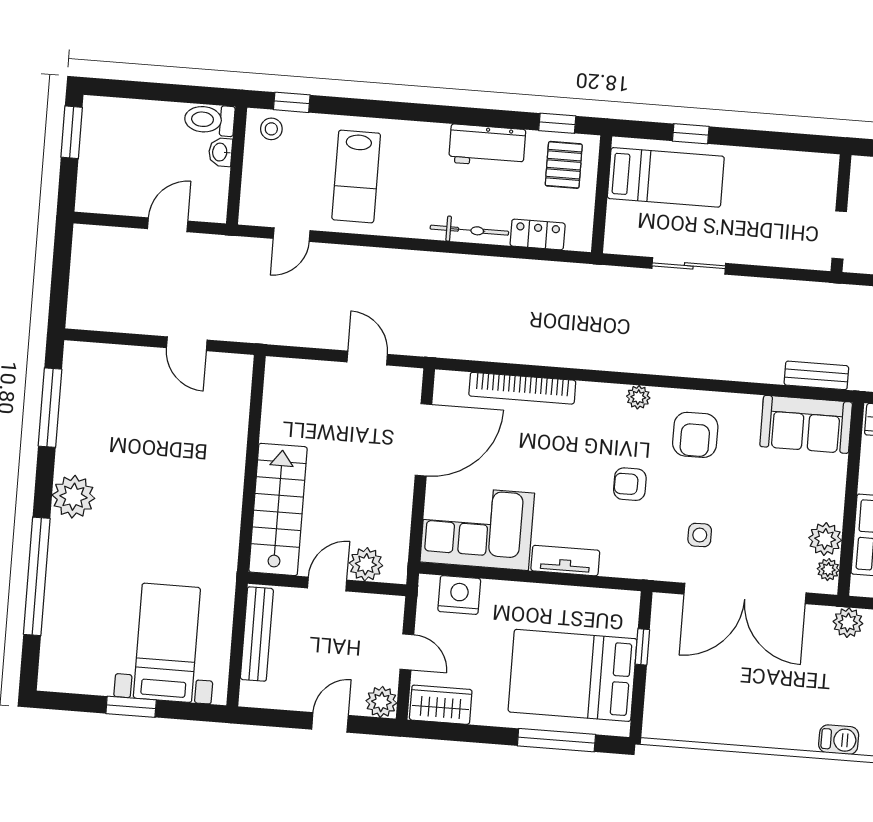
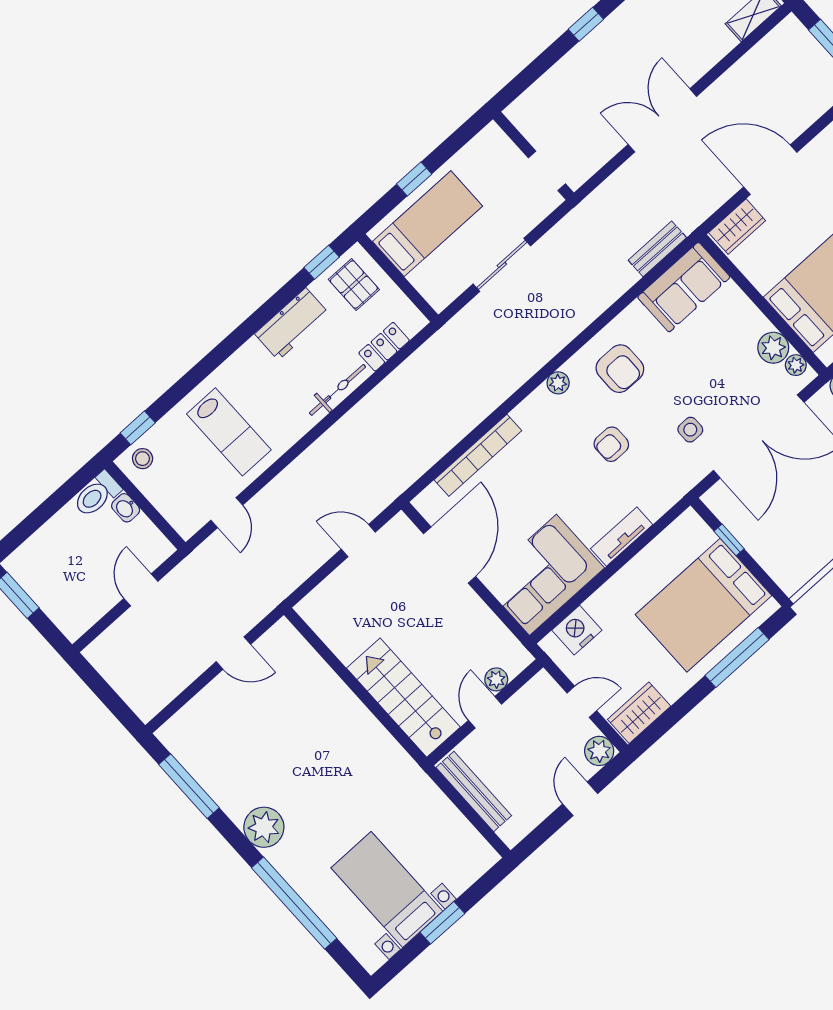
wall: (841, 213) -> (533, 156), moved
doorway: (839, 235) -> (547, 171), moved
plant: (366, 564) -> (496, 679), width x0.73, depth x0.73
bed with nightstands: (167, 643) -> (387, 890), moved

